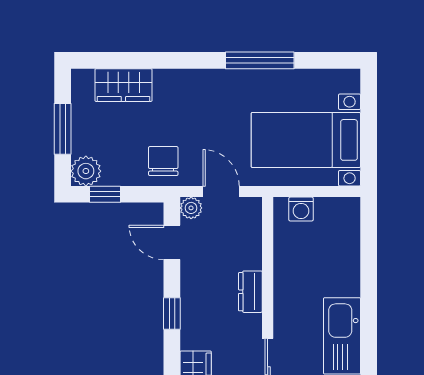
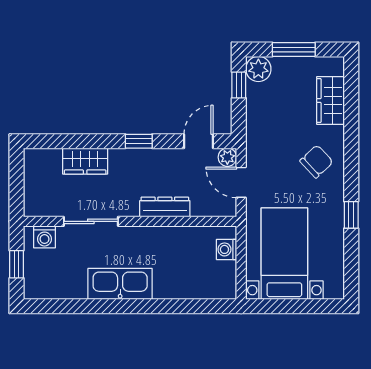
window: (260, 60) -> (351, 215), width x0.46
chair: (163, 161) -> (316, 161), moved, turned -43
door: (221, 192) -> (241, 182), swing flipped
dresser: (250, 292) -> (165, 207), width x1.44

